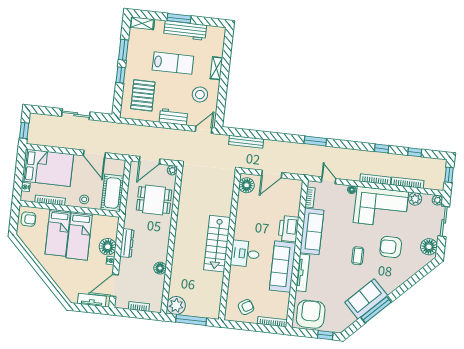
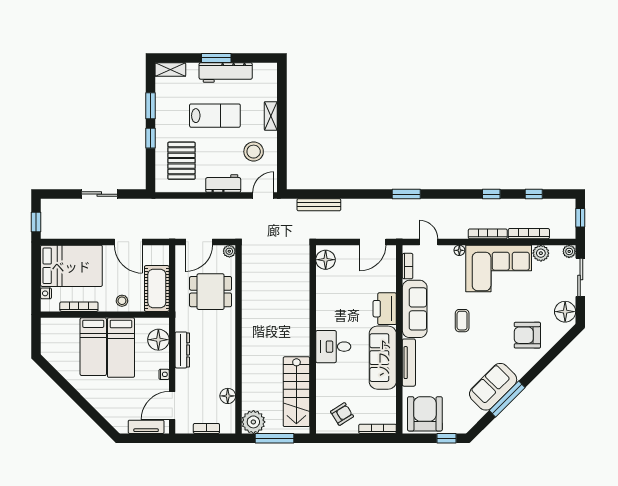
door: (272, 174) -> (373, 242), moved
armchair: (28, 219) -> (54, 334), removed
stairs: (217, 244) -> (296, 392), moved
floor lamp: (108, 247) -> (158, 340), moved
armchair: (391, 247) -> (527, 335), moved
coffee table: (358, 256) -> (462, 321), moved
floor lamp: (160, 268) -> (228, 396), moved

